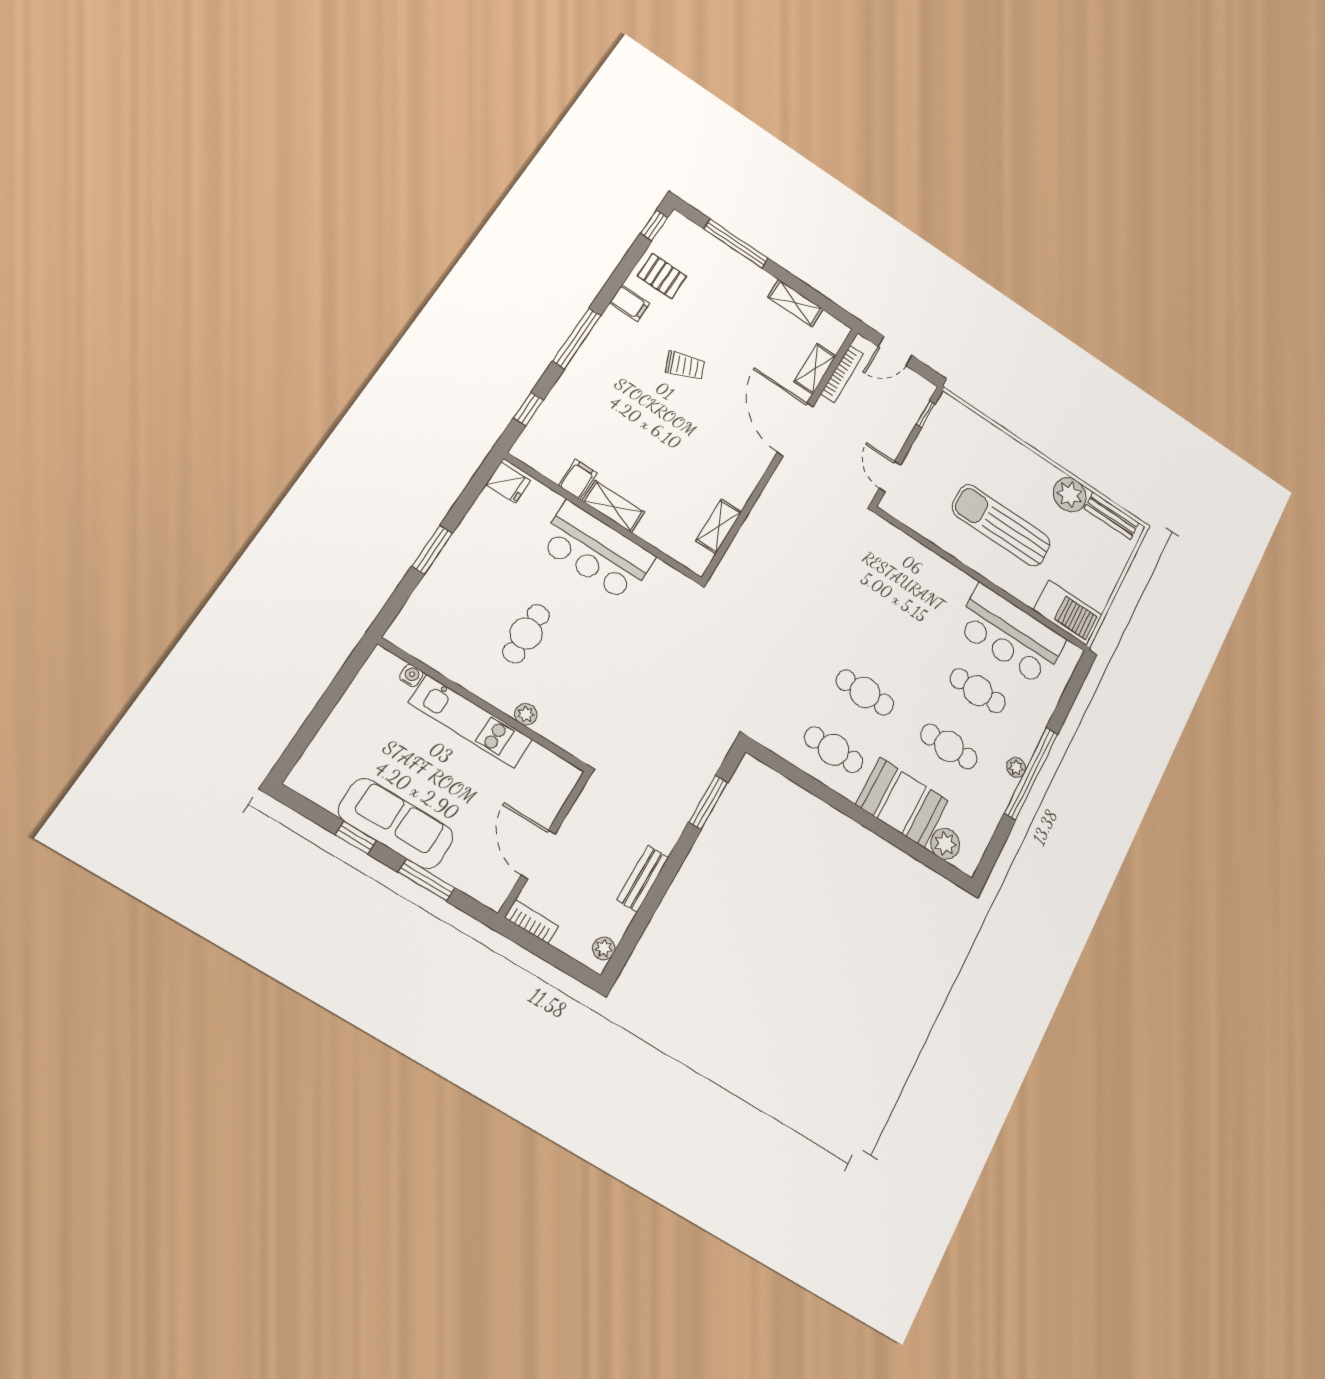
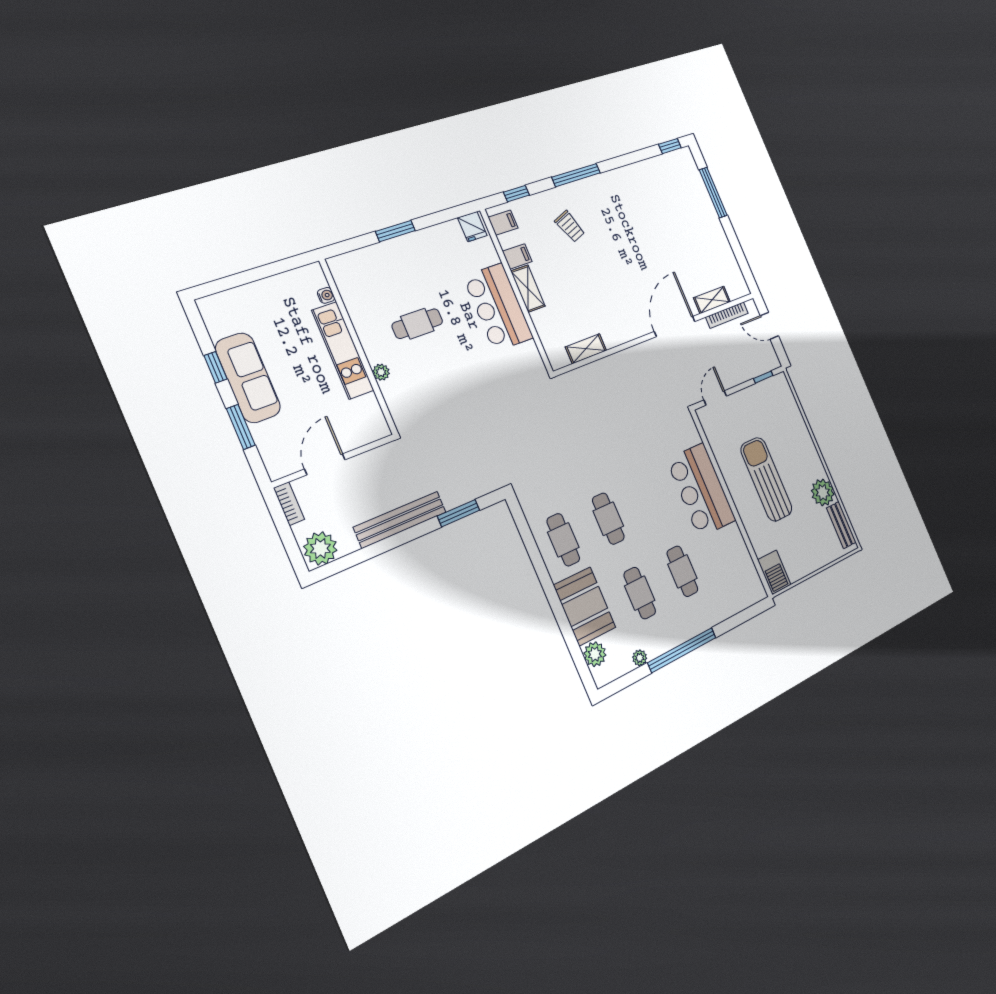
pallet: (662, 276) -> (654, 178), removed
filing cabinet: (630, 303) -> (503, 223), moved, turned -90
shelving: (795, 303) -> (726, 253), removed
trolley: (685, 366) -> (570, 226), moved
barbecue: (1068, 612) -> (774, 572), width x0.73, depth x0.83
bar counter: (1011, 635) -> (701, 490), moved
plant: (1016, 767) -> (640, 658), moved
bench: (643, 879) -> (400, 520), width x1.86, depth x1.21
plant: (604, 948) -> (320, 548), width x1.88, depth x1.88

